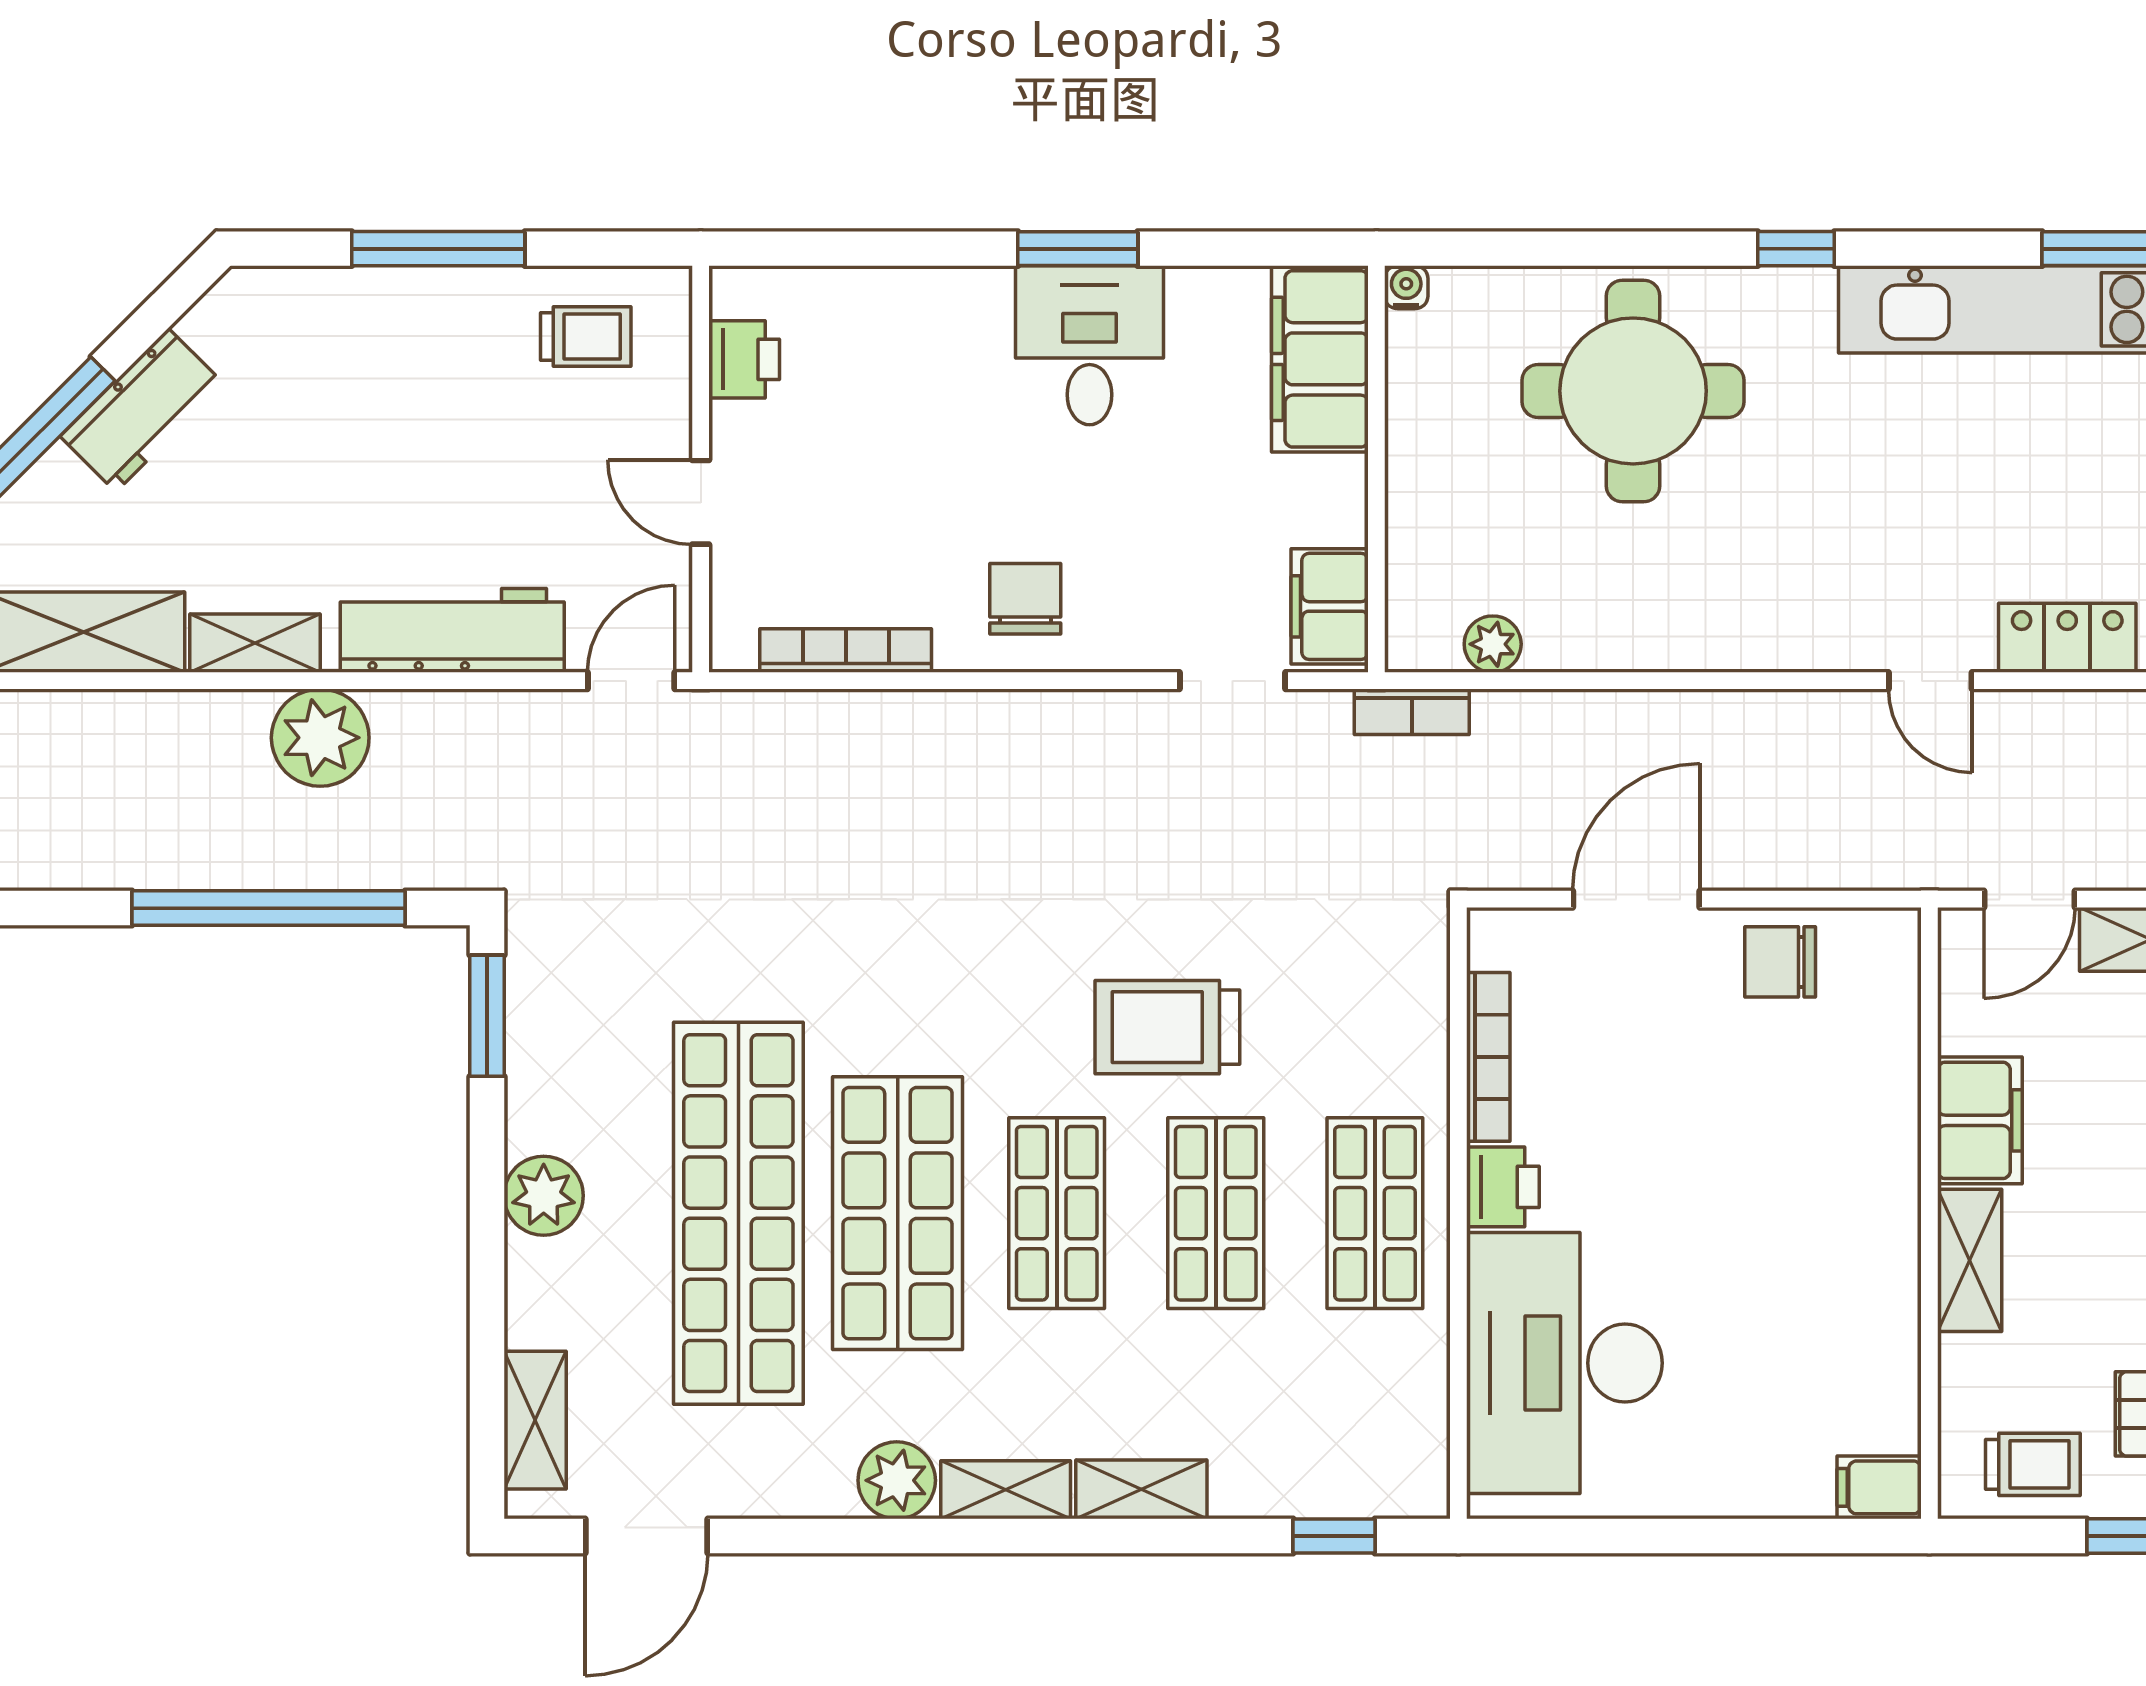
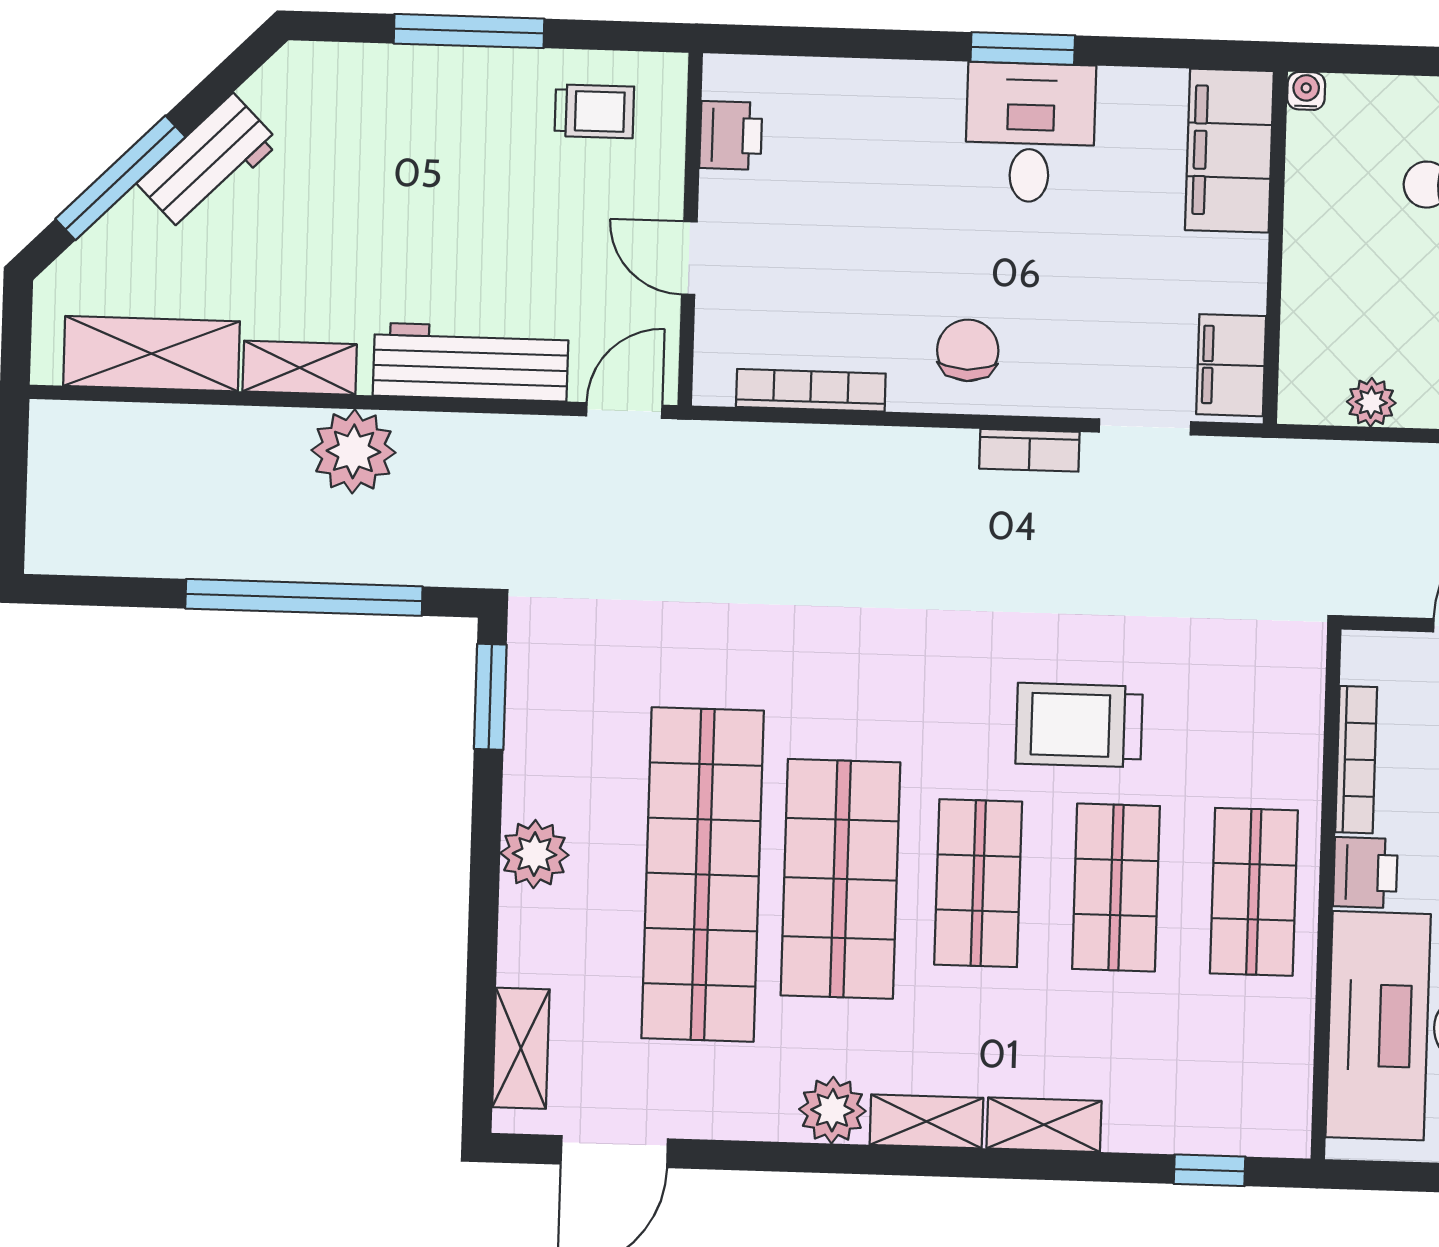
bookcase: (1412, 712) -> (1029, 450), moved

